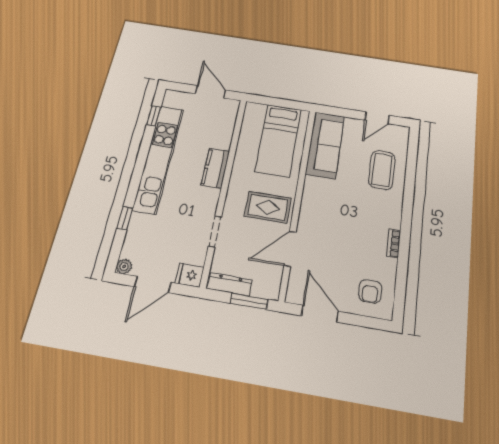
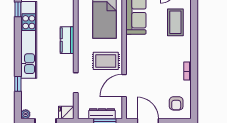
dresser: (230, 284) -> (102, 114), moved

